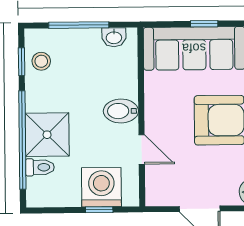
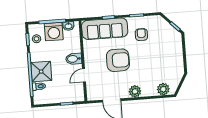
door: (142, 149) -> (84, 75), swing flipped
washing machine: (101, 187) -> (54, 32), moved, turned 180

